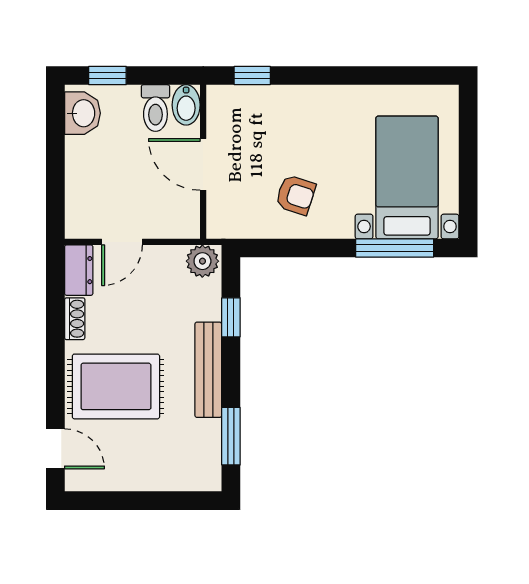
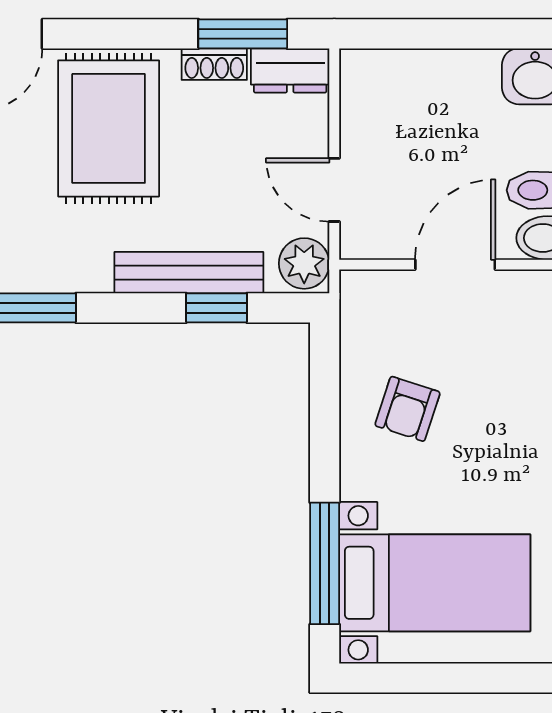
door: (122, 242) -> (334, 190), moved
window: (55, 300) -> (243, 34), added
bench: (208, 370) -> (189, 273), moved

